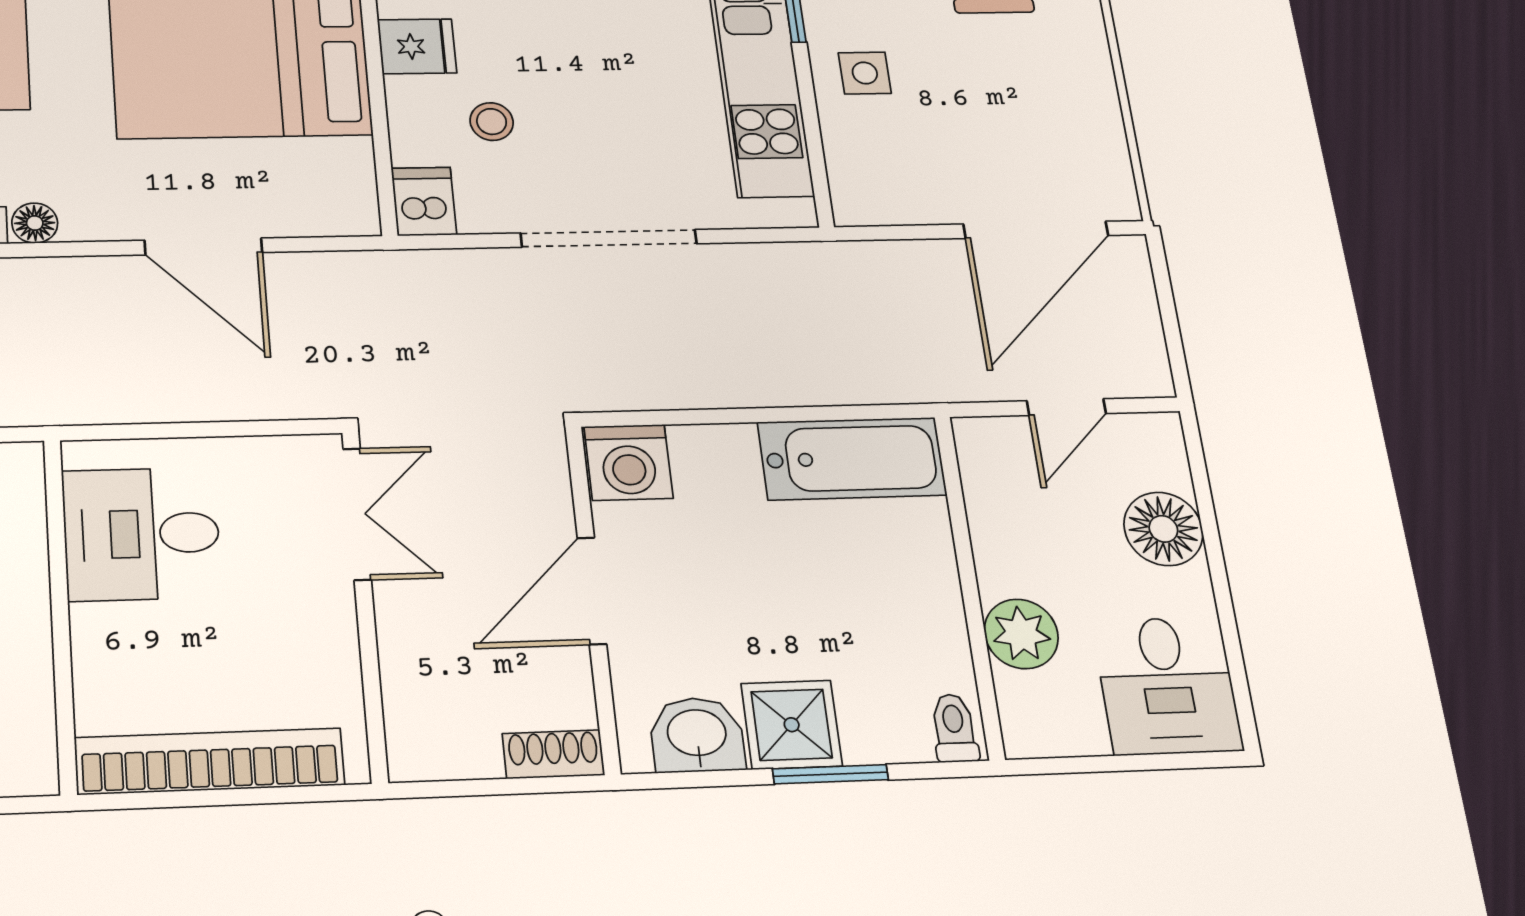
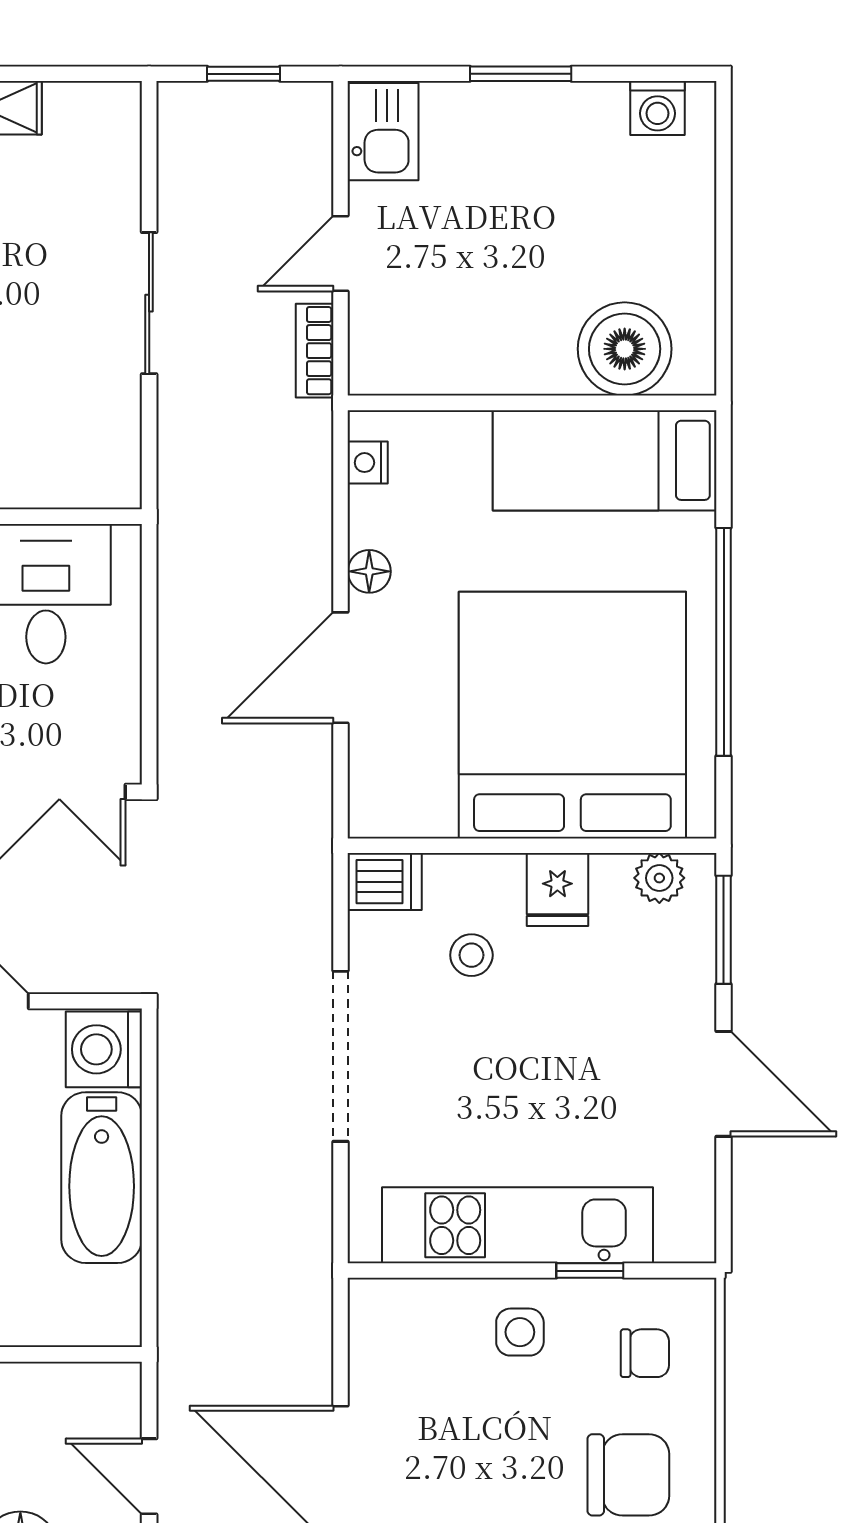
floor lamp: (35, 223) -> (369, 571), moved
bathtub: (852, 459) -> (102, 1178), moved

